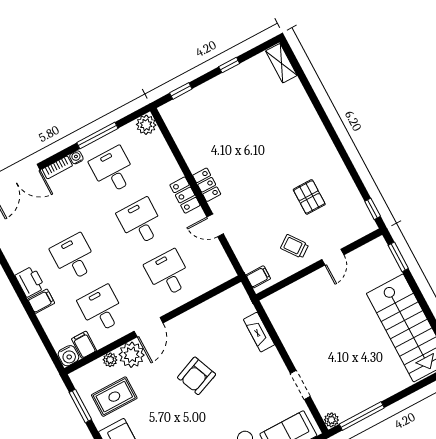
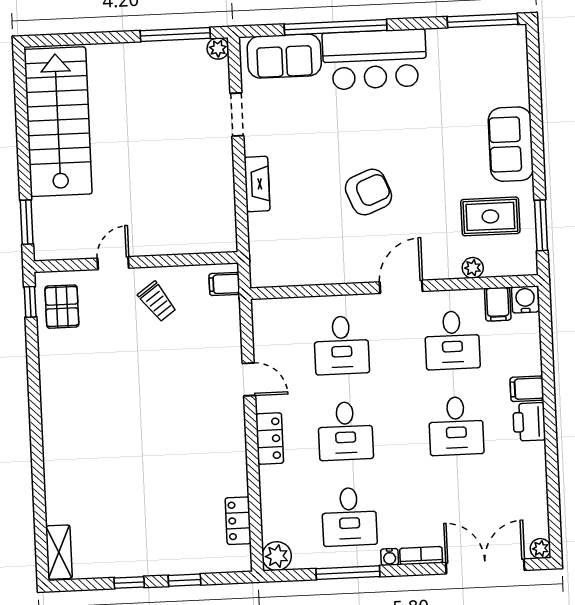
window: (181, 91) -> (184, 580), moved
locker: (207, 185) -> (238, 521), moved
pallet: (309, 197) -> (62, 307), moved
fireplace: (259, 332) -> (257, 184), moved
plant: (132, 355) -> (441, 261), removed

